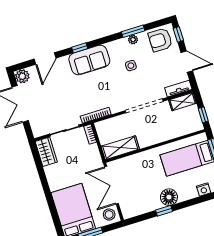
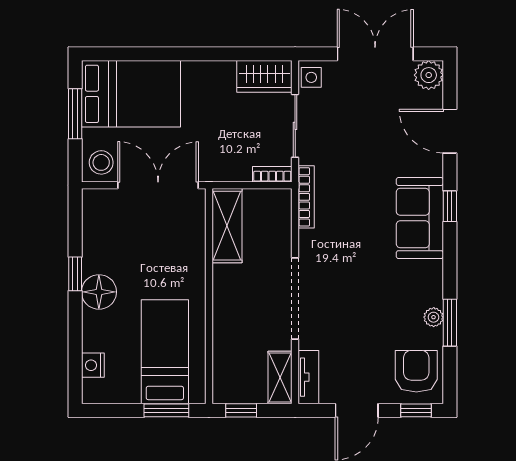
side table: (131, 66) -> (311, 77), moved

